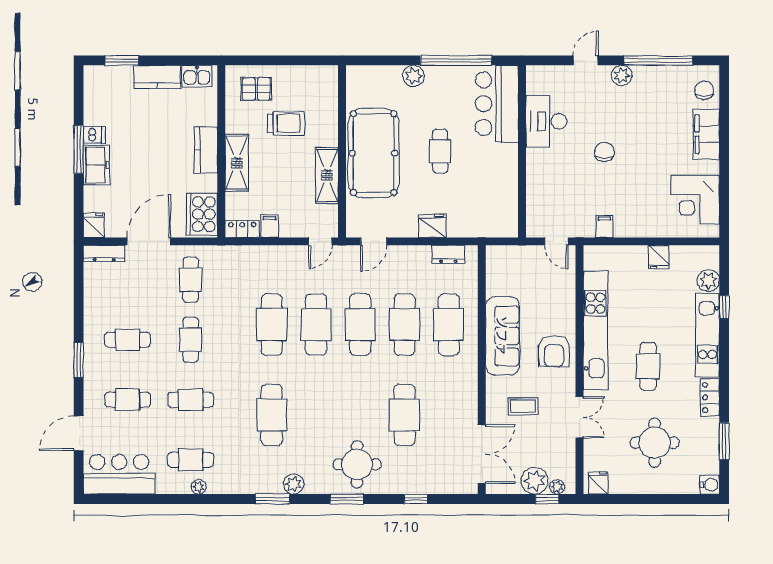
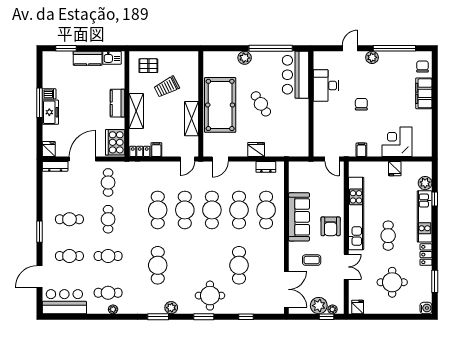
trolley: (286, 123) -> (167, 87), turned 153
cafe table: (440, 151) -> (261, 104), turned -33
corner desk: (695, 200) -> (397, 142), moved, turned 90

